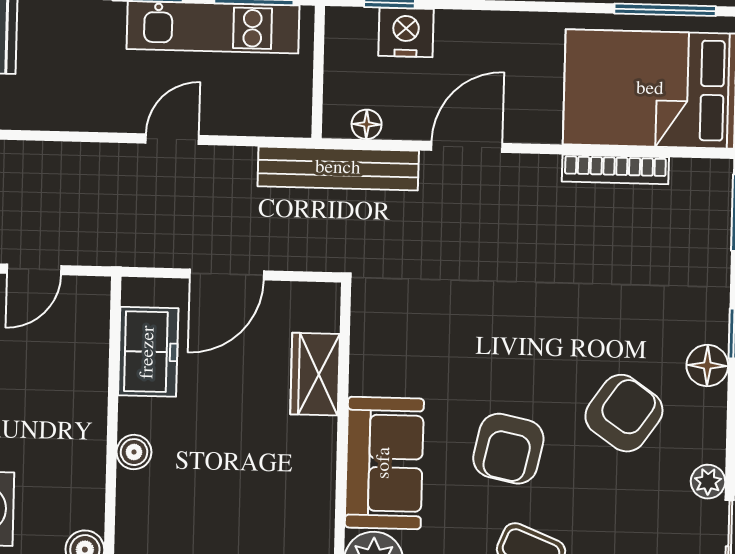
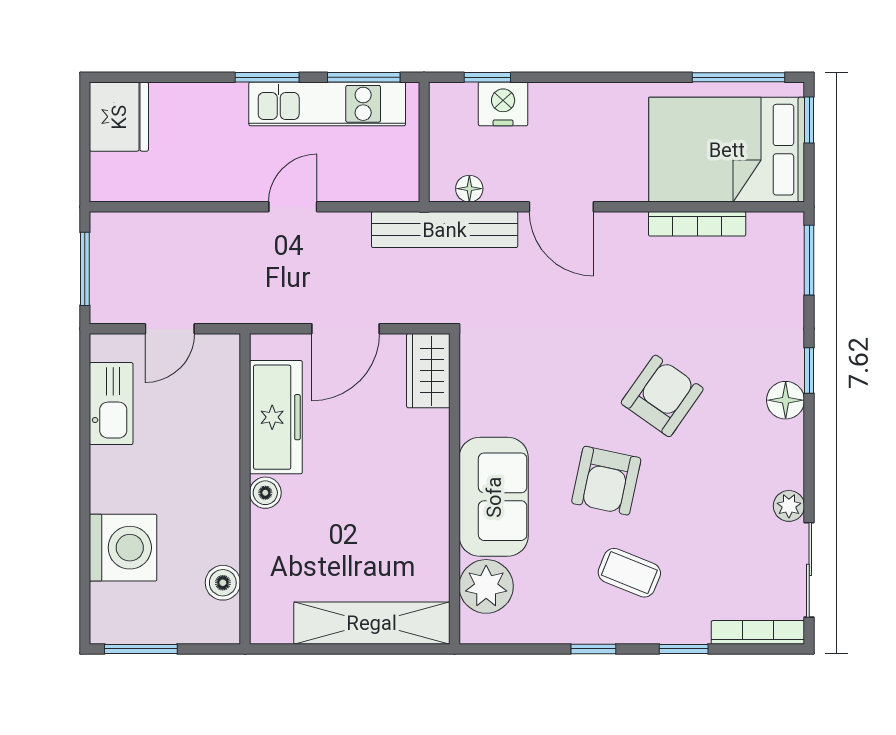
door: (467, 147) -> (561, 207), swing flipped
freezer: (148, 352) -> (276, 417), width x1.40
wardrobe: (315, 374) -> (428, 371), moved
armchair: (624, 413) -> (662, 396), moved

